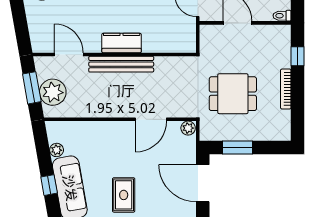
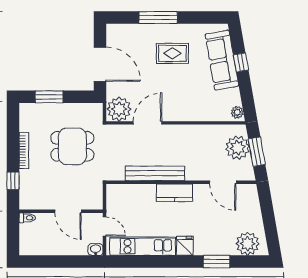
bench: (121, 64) -> (155, 173), moved
plant: (188, 128) -> (119, 109), width x1.88, depth x1.88
window: (238, 148) -> (49, 97), moved
plant: (57, 150) -> (237, 112), moved
rug: (124, 195) -> (172, 53), turned 90

